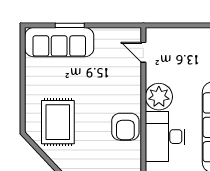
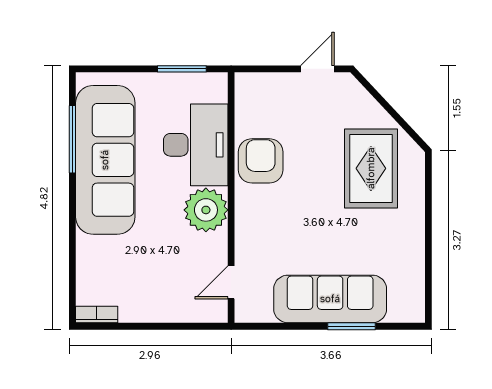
sofa: (59, 42) -> (330, 299), moved
door: (143, 52) -> (231, 282), swing flipped

